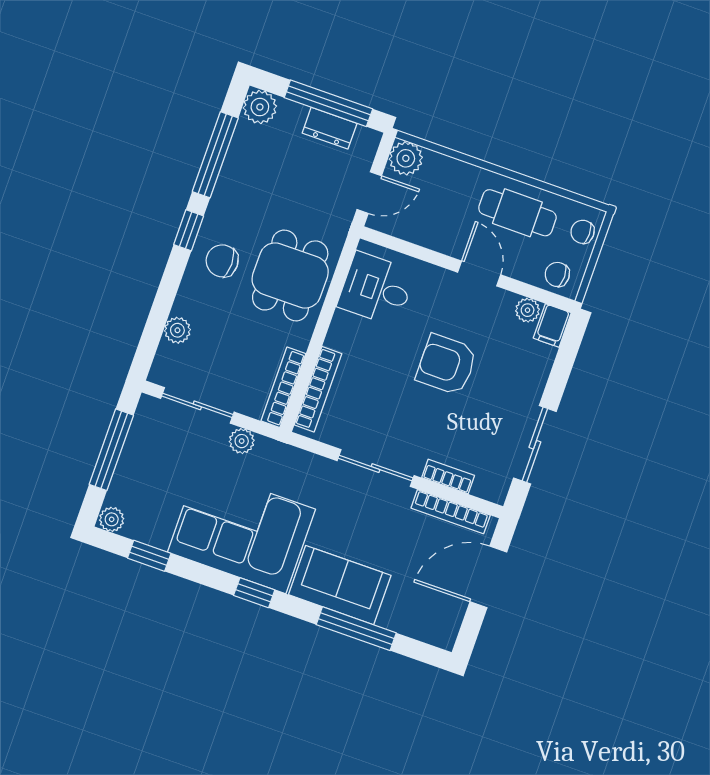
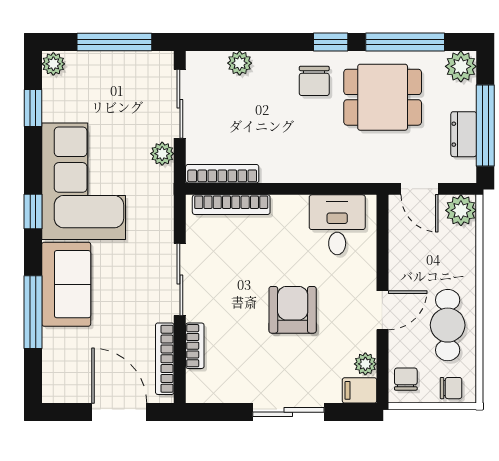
chair: (583, 232) -> (451, 388), turned 90
chair: (222, 261) -> (314, 81), turned 180
dining table: (290, 275) -> (383, 97), moved
sliding door: (535, 445) -> (288, 412), moved

